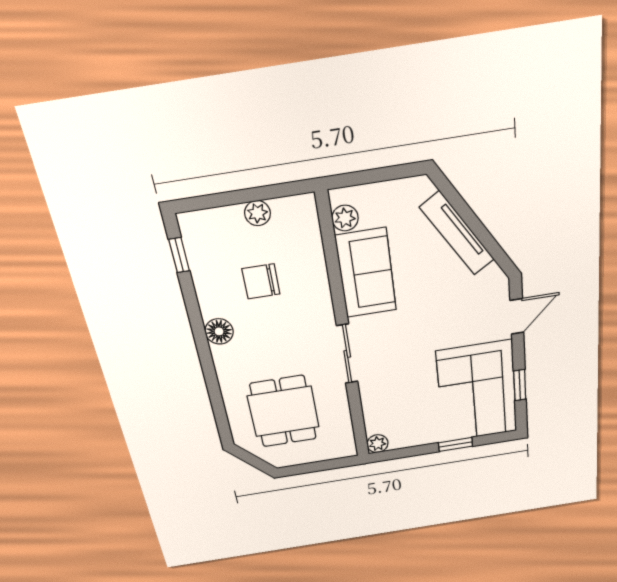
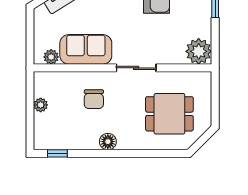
chair: (261, 281) -> (94, 99), moved
plant: (377, 444) -> (199, 51), width x1.88, depth x1.88

